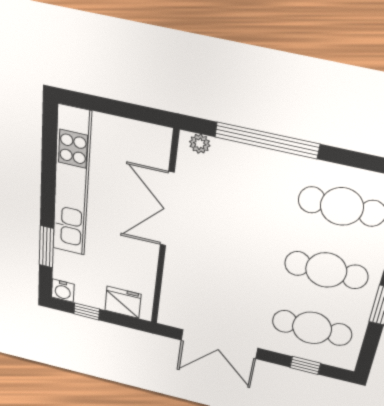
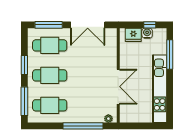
window: (46, 247) -> (170, 55), width x1.44
water cooler: (63, 291) -> (147, 33), moved
double door: (219, 344) -> (88, 25), swing flipped
window: (305, 365) -> (49, 25), width x2.17

